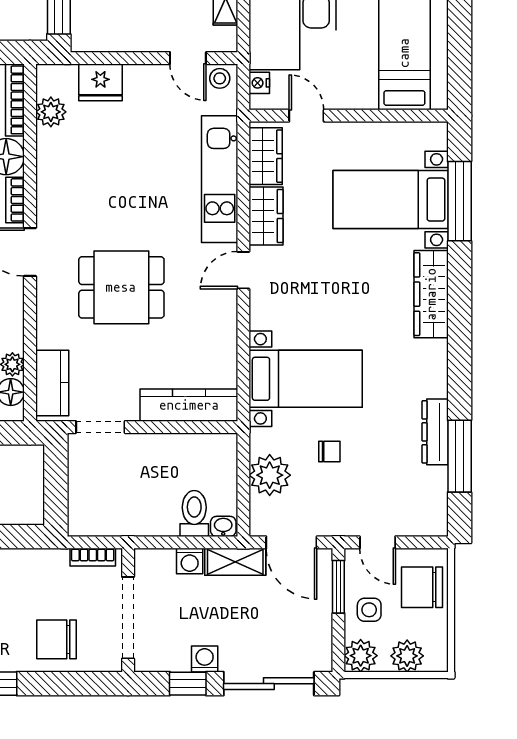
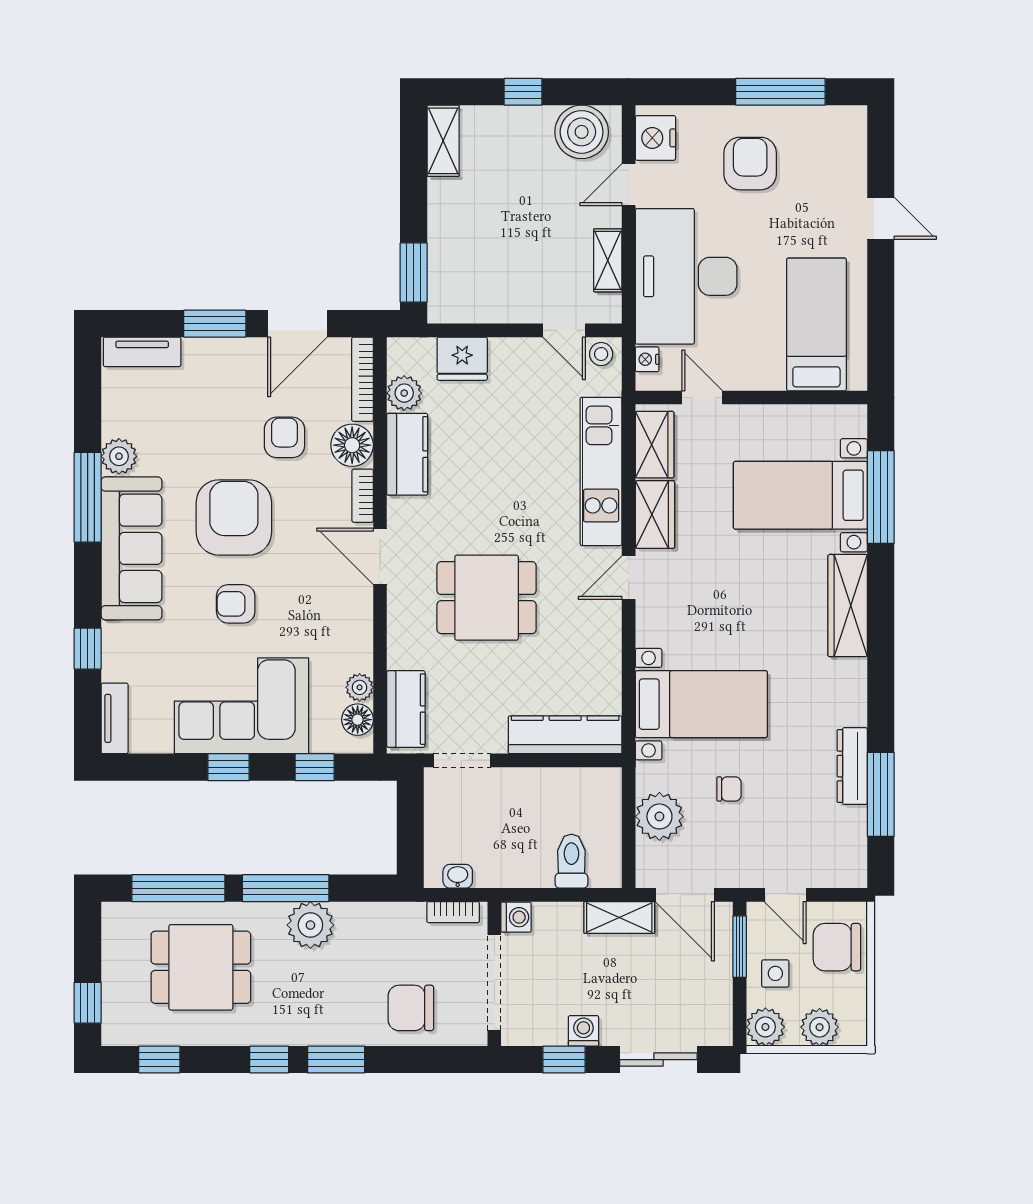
kitchen counter: (53, 164) -> (407, 454), added
washbasin: (223, 526) -> (458, 876), moved
washing machine: (190, 561) -> (516, 917), moved, turned -90
sliding door: (269, 684) -> (658, 1060), width x0.73

